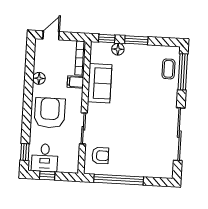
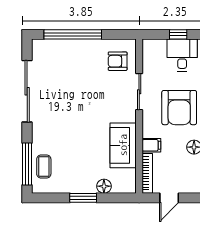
door: (51, 35) -> (169, 198), moved
window: (107, 39) -> (118, 198), removed
window: (119, 180) -> (73, 34), moved

